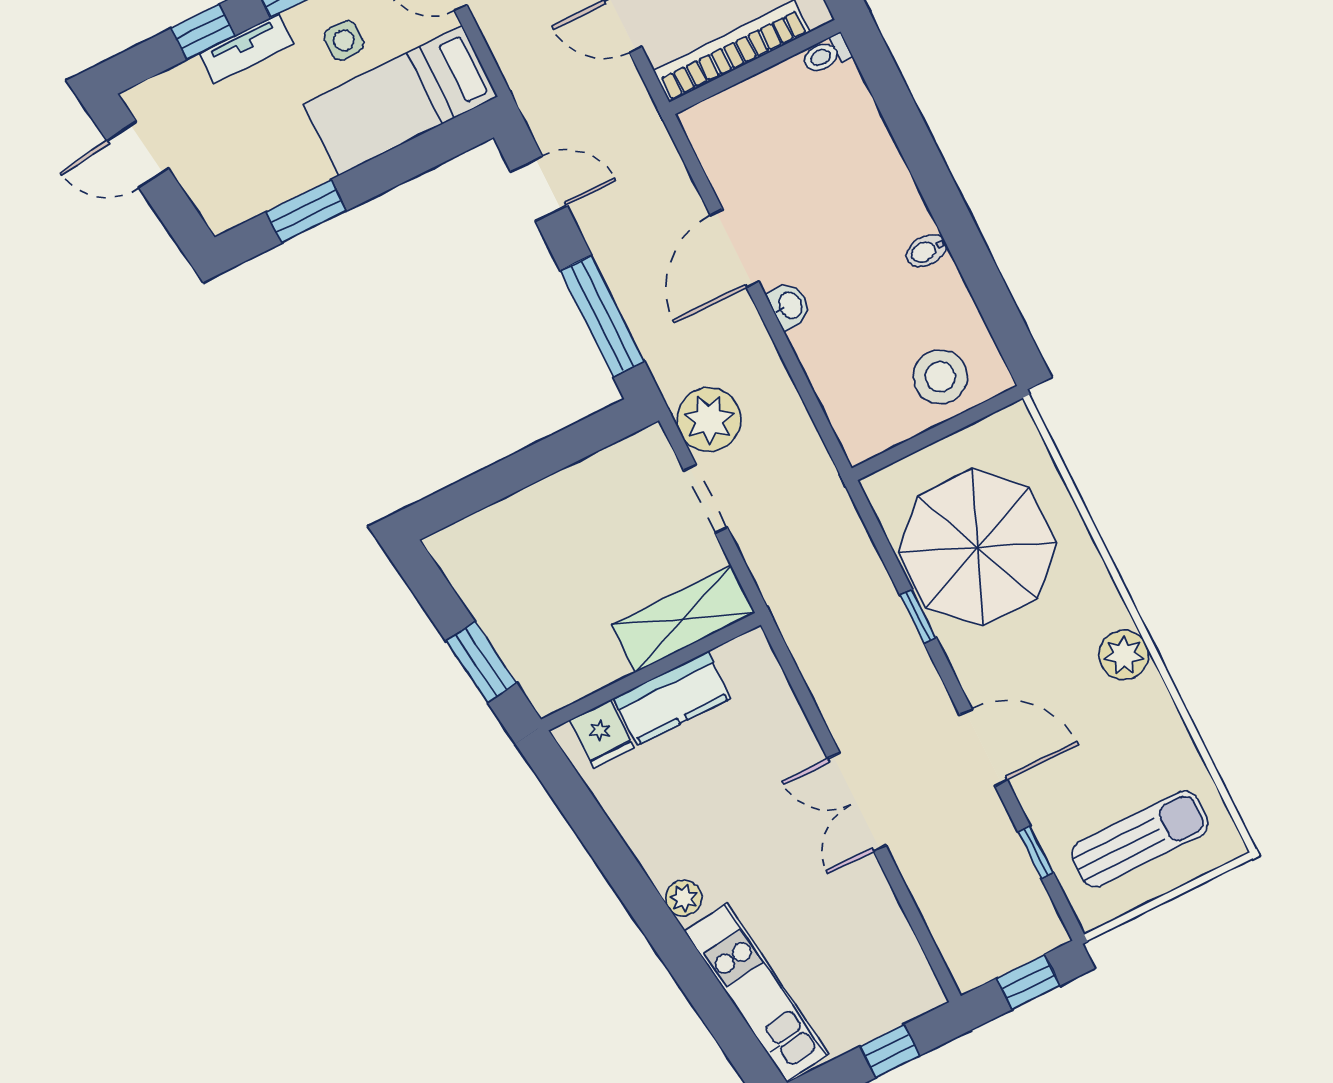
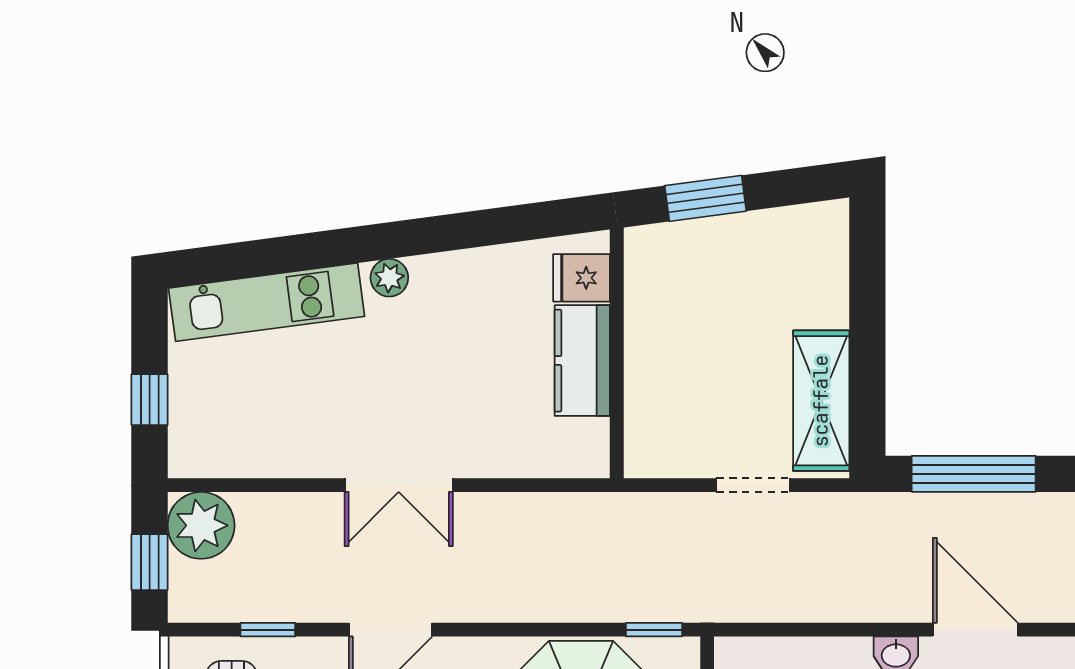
plant: (709, 420) -> (201, 525), moved
window: (918, 616) -> (654, 630), moved
shelving: (683, 619) -> (821, 401), moved
double door: (857, 802) -> (399, 485), swing flipped

